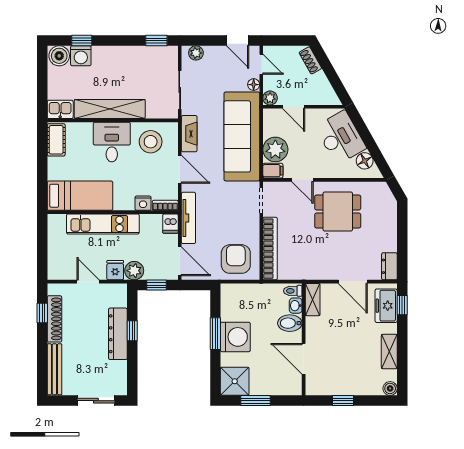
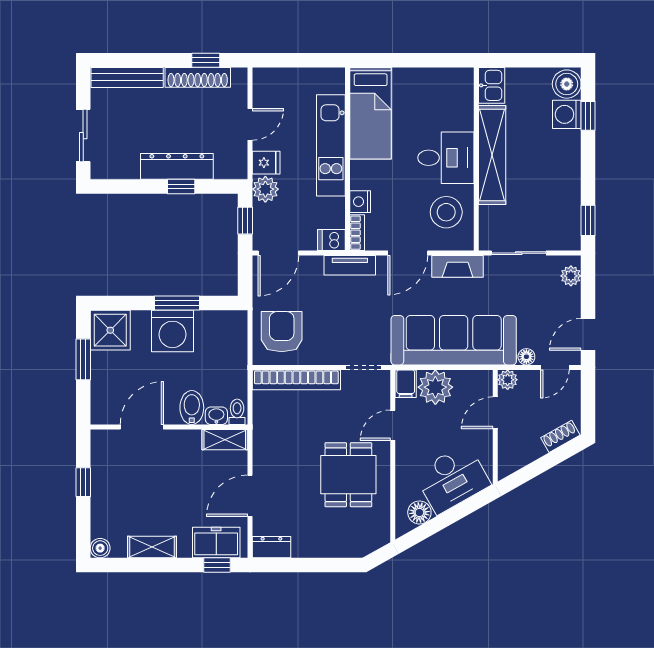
cot: (56, 140) -> (449, 80), removed
tv unit: (188, 218) -> (350, 265), width x0.71
armchair: (236, 259) -> (282, 332), turned -90

